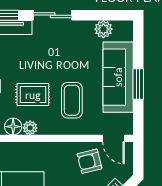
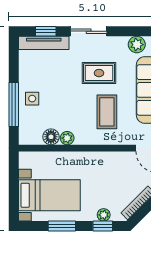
rug: (33, 95) -> (99, 73), moved
armchair: (89, 161) -> (124, 170), removed

